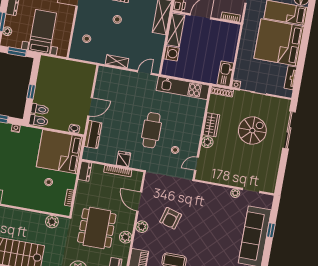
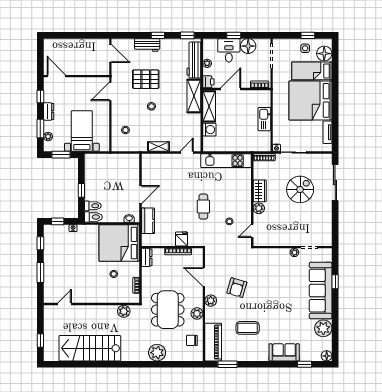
kitchen sink: (225, 74) -> (264, 119), moved
cafe table: (152, 130) -> (203, 207), width x0.73, depth x0.74

